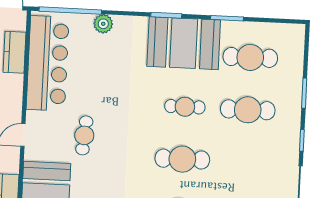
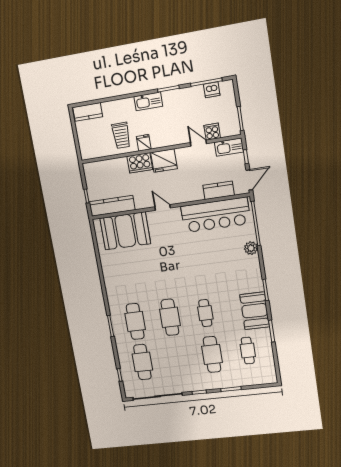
booth: (184, 43) -> (255, 311), width x0.73, depth x0.70
cafe table: (250, 57) -> (248, 351), width x0.73, depth x0.74
cafe table: (84, 135) -> (171, 249), removed

